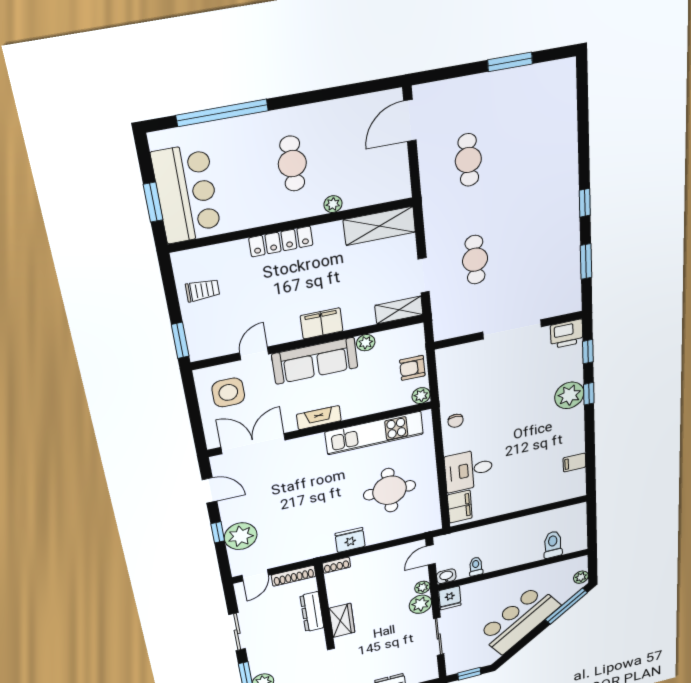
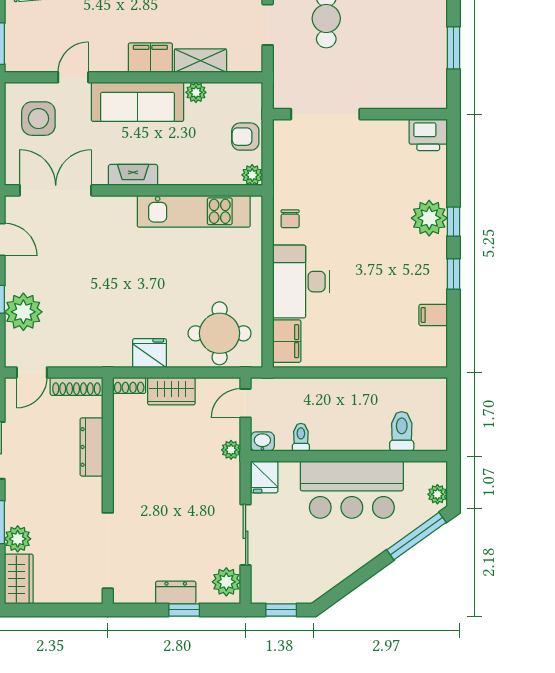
shelving: (399, 310) -> (200, 61), moved
doorway: (512, 329) -> (325, 114), moved
window: (588, 352) -> (453, 274), moved
desk: (469, 470) -> (301, 282), width x1.37
round table: (390, 490) -> (220, 333), moved
plant: (420, 604) -> (226, 582), moved
wardrobe: (342, 620) -> (171, 391), moved, turned 90
bar counter: (519, 620) -> (352, 490), moved, turned -144

